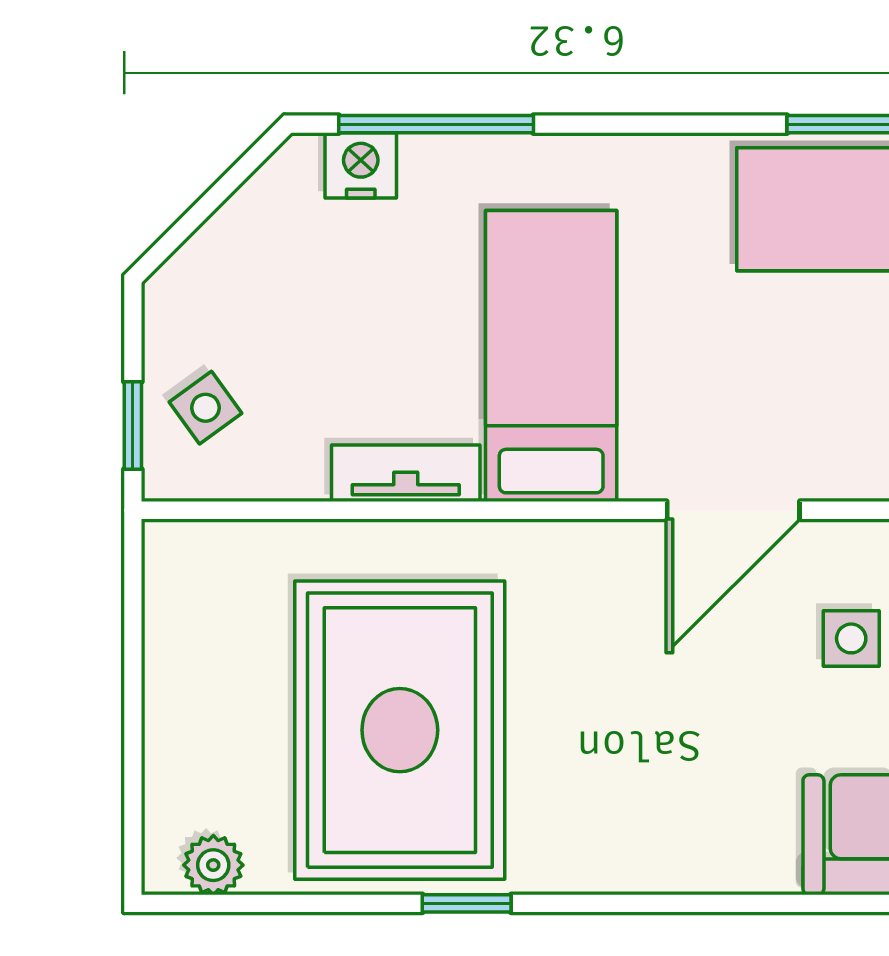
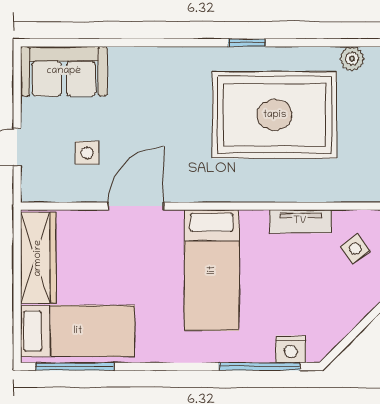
tv unit: (406, 473) -> (300, 221), moved
rug: (400, 730) -> (275, 115), turned 90

